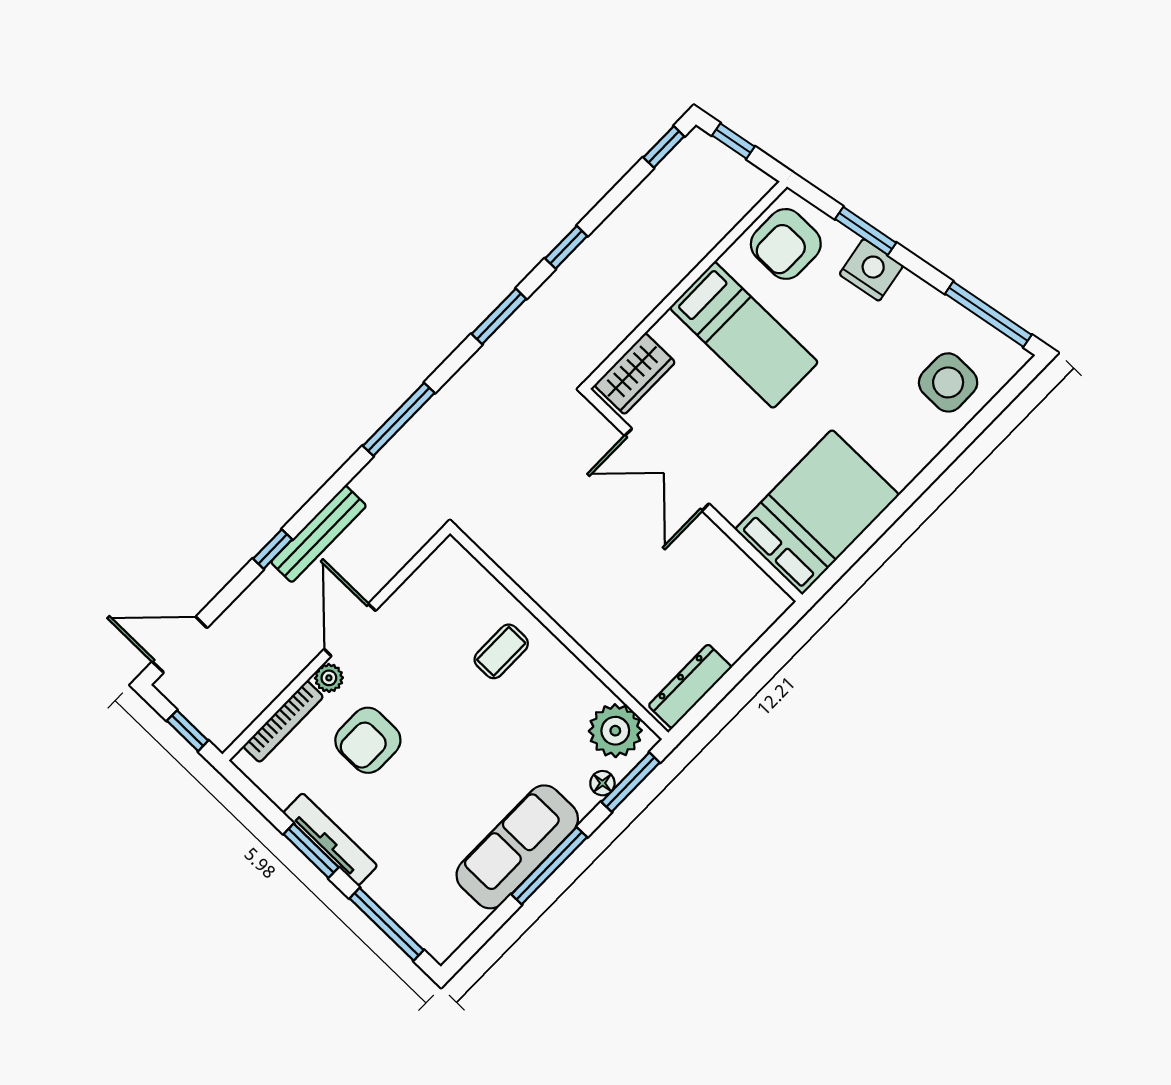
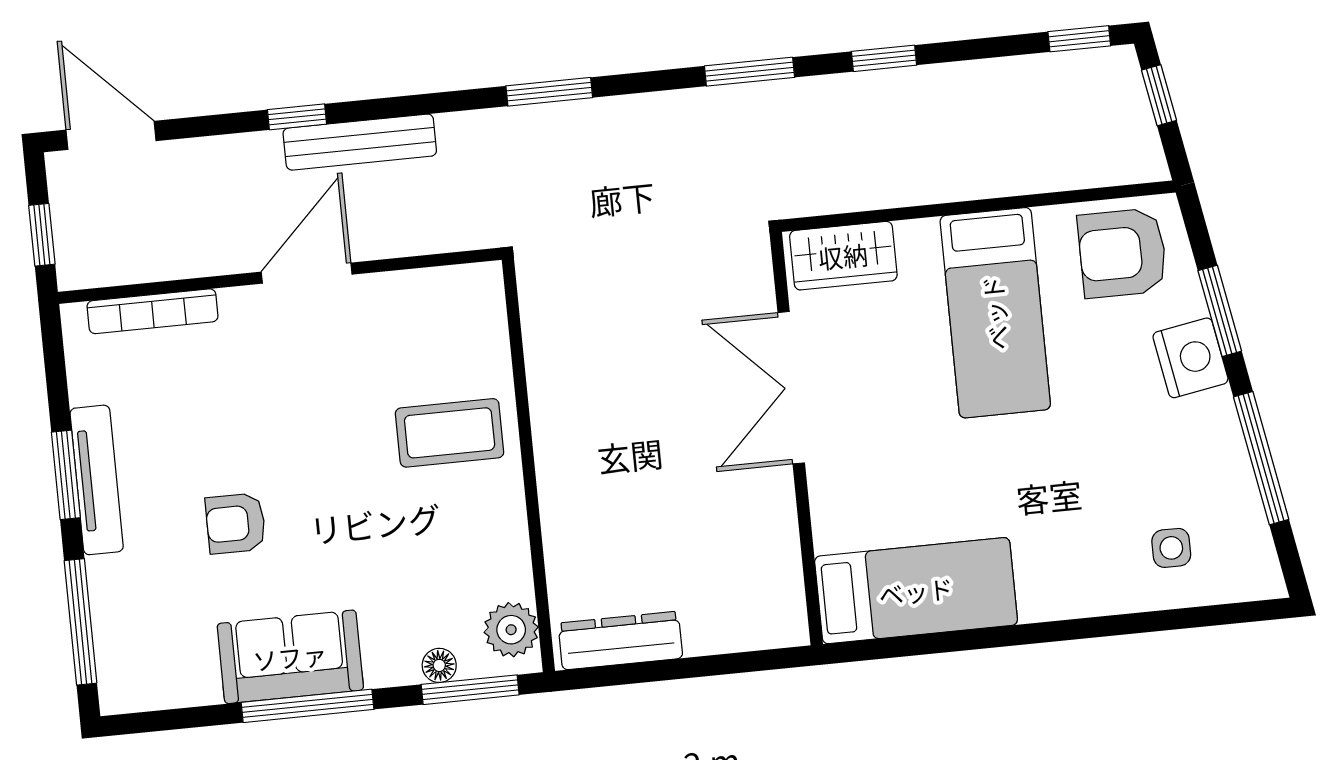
window: (988, 314) -> (1261, 458), moved
side table: (948, 382) -> (1171, 548), width x0.54, depth x0.54
window: (399, 419) -> (549, 92), width x0.69
bed: (817, 512) -> (916, 591), width x0.67
coffee table: (501, 651) -> (450, 433), width x1.36, depth x1.30
plant: (329, 678) -> (241, 306), removed
plant: (615, 731) -> (511, 630), width x0.73, depth x0.73
armchair: (368, 740) -> (236, 523), moved, width x0.72, depth x0.72
sofa: (517, 847) -> (290, 657), width x0.73

